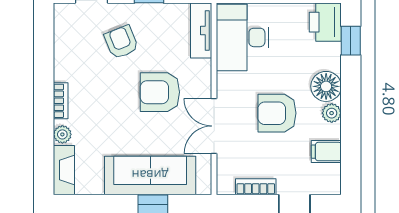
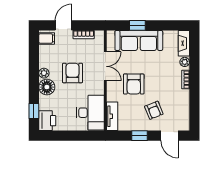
armchair: (160, 92) -> (134, 84), turned 90
armchair: (277, 113) -> (72, 73), turned -90
filing cabinet: (326, 152) -> (47, 38), moved

